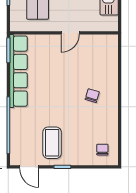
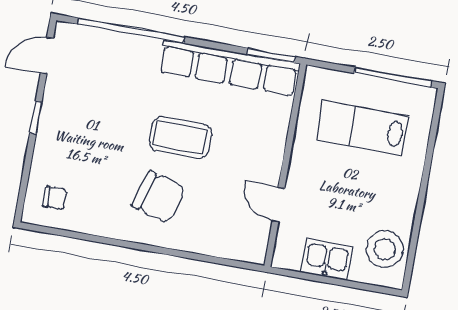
door: (70, 33) -> (278, 205), moved
chair: (92, 96) -> (159, 197), width x1.87, depth x1.87
coffee table: (52, 143) -> (180, 138), moved

